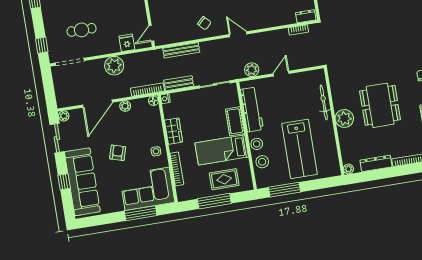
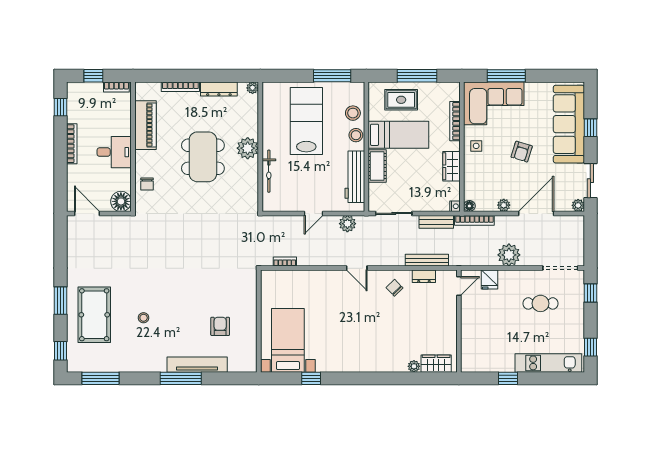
dresser: (306, 16) -> (424, 276), moved

